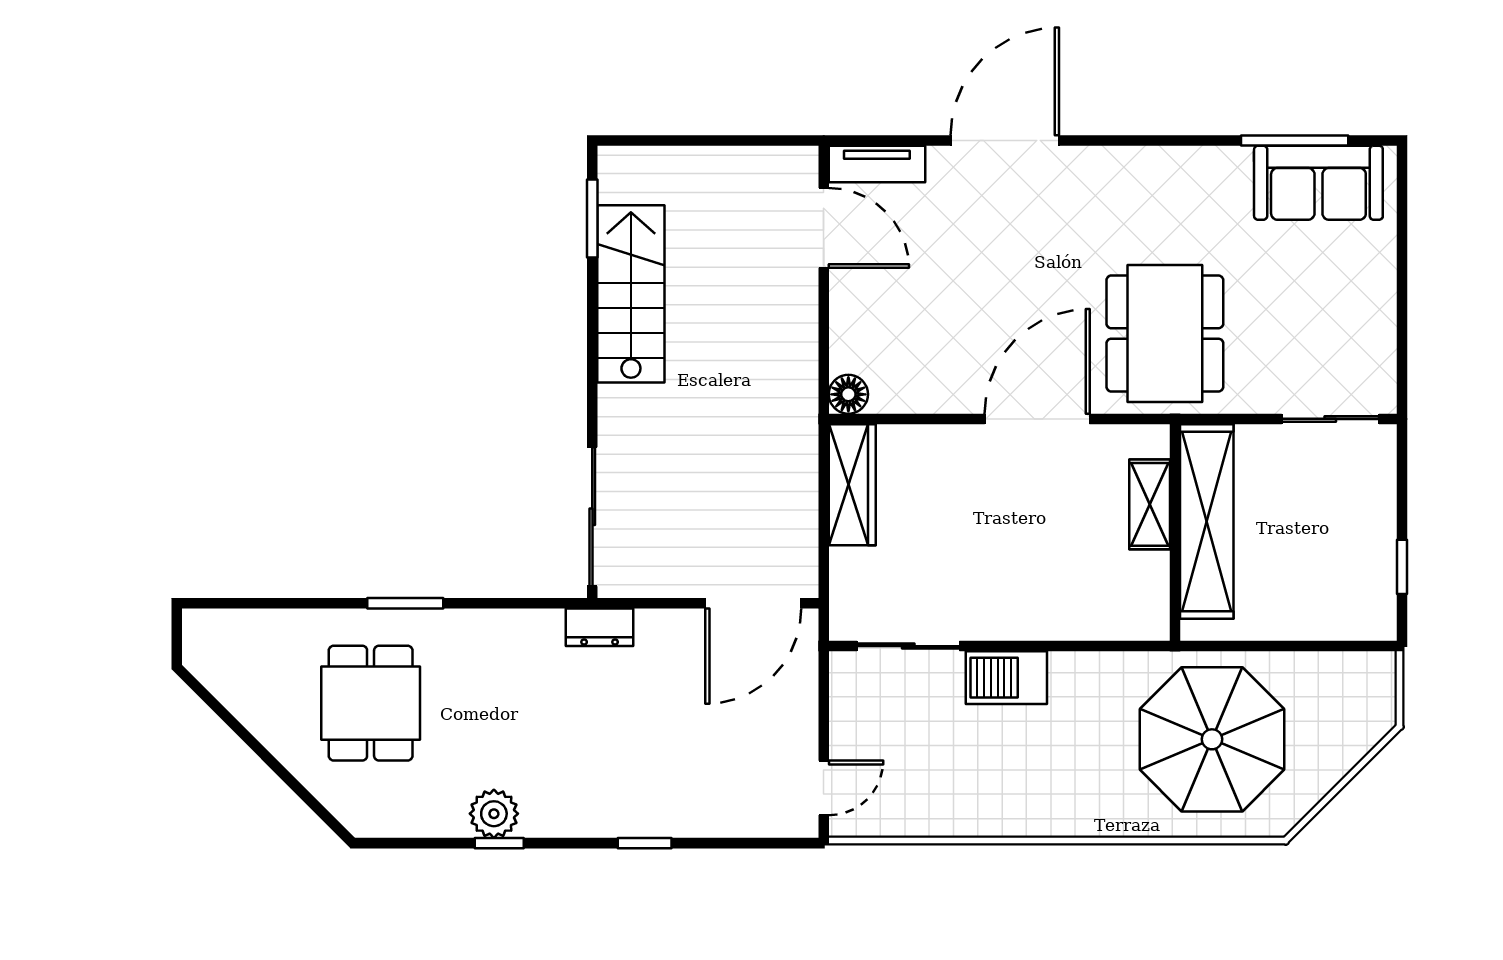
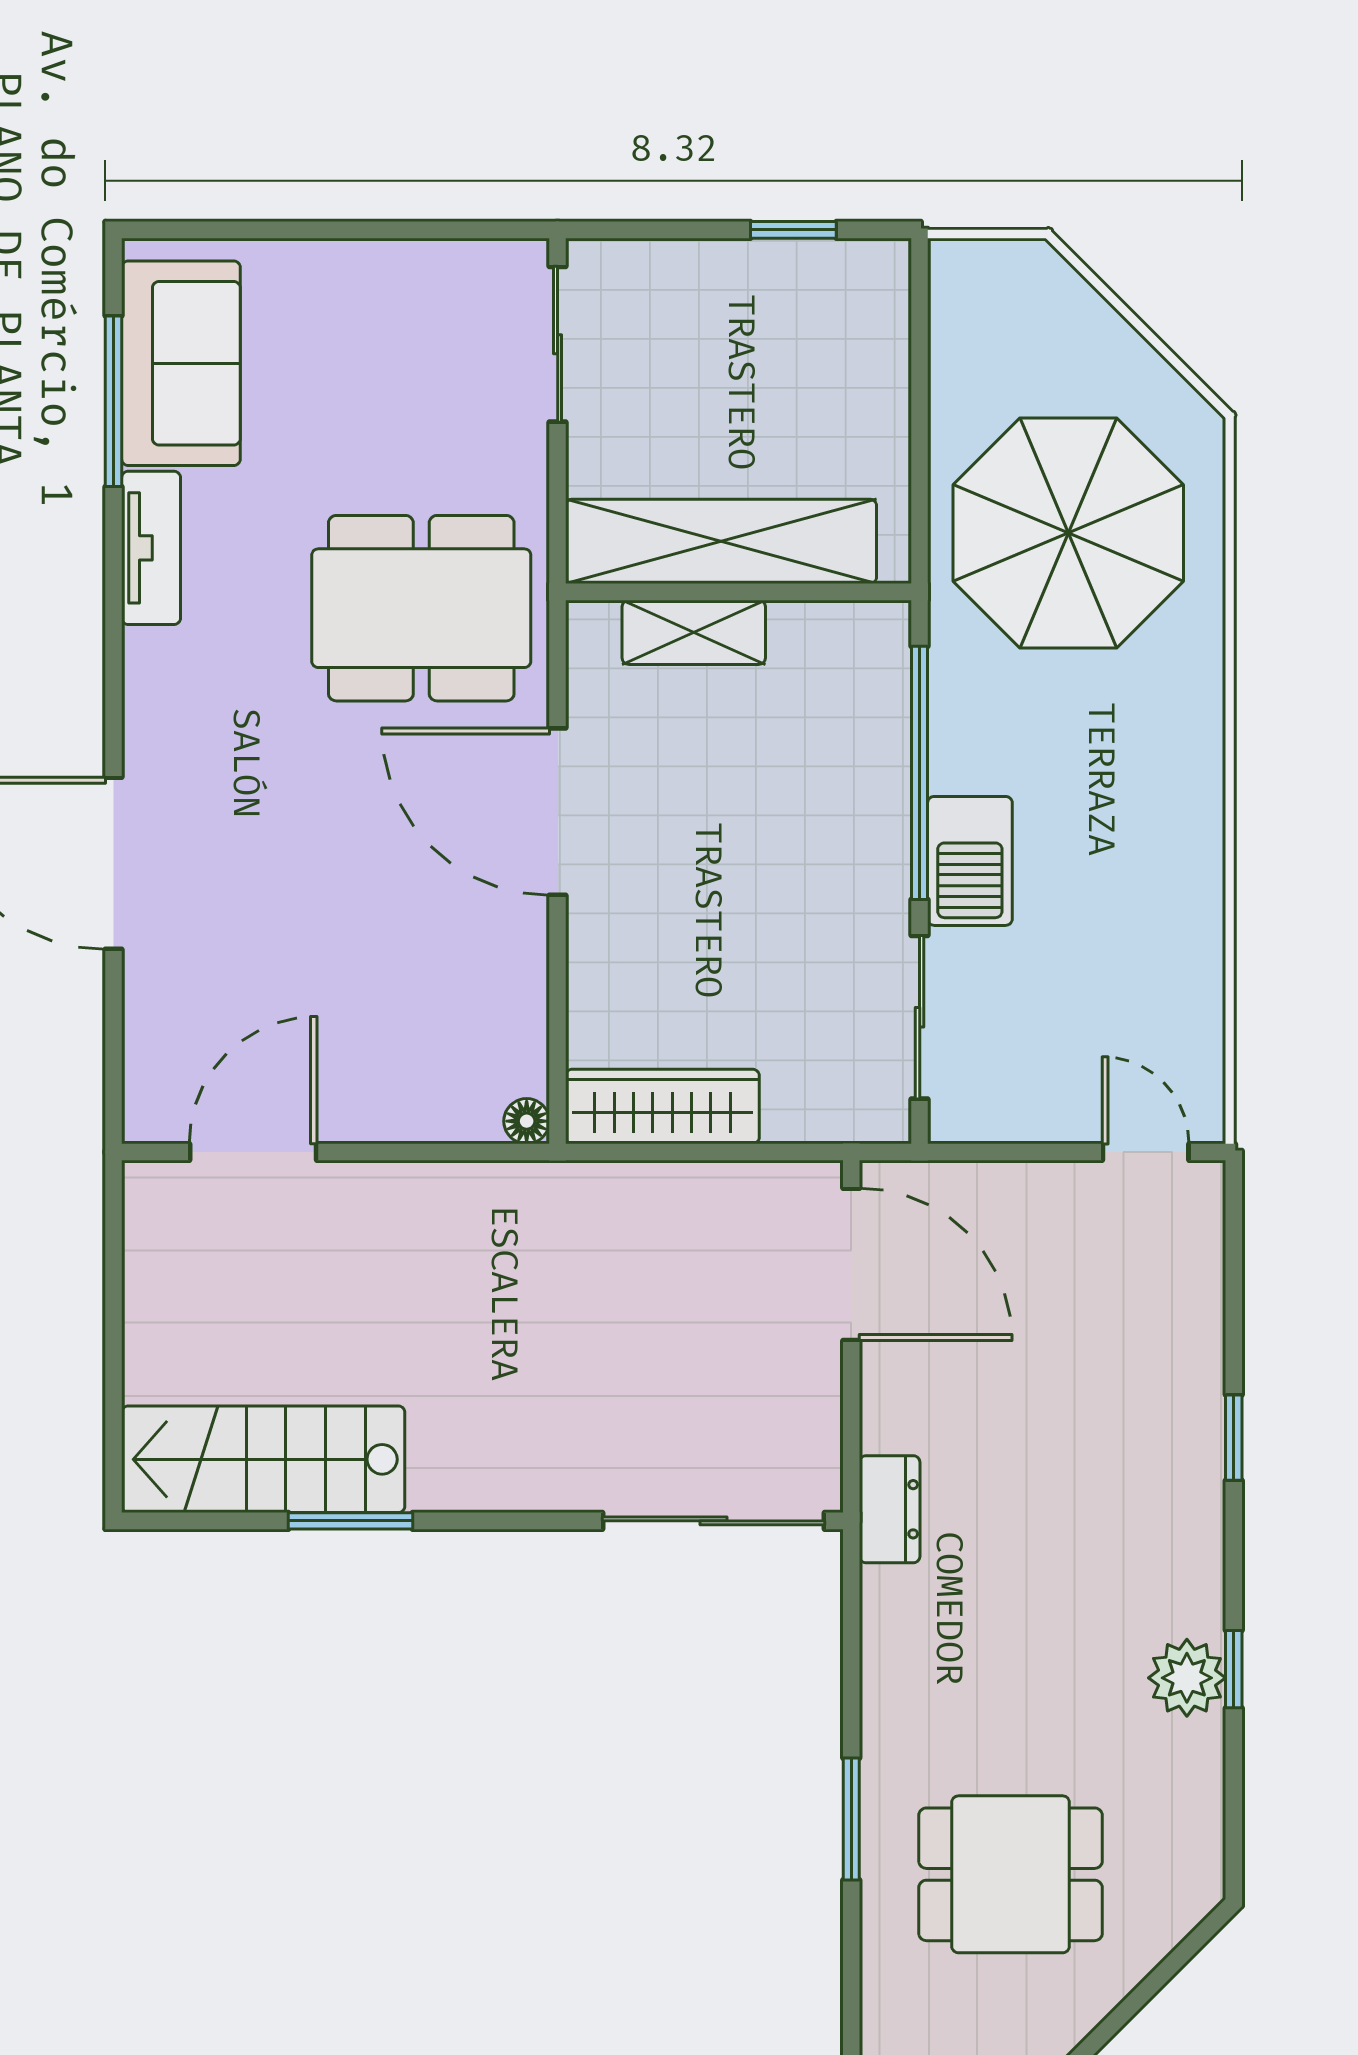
tv unit: (877, 164) -> (151, 548), moved
window: (592, 218) -> (350, 1521), moved
stairs: (631, 294) -> (263, 1459), moved
floor lamp: (848, 394) -> (527, 1121), width x0.73, depth x0.73
window: (1062, 646) -> (920, 773), added

